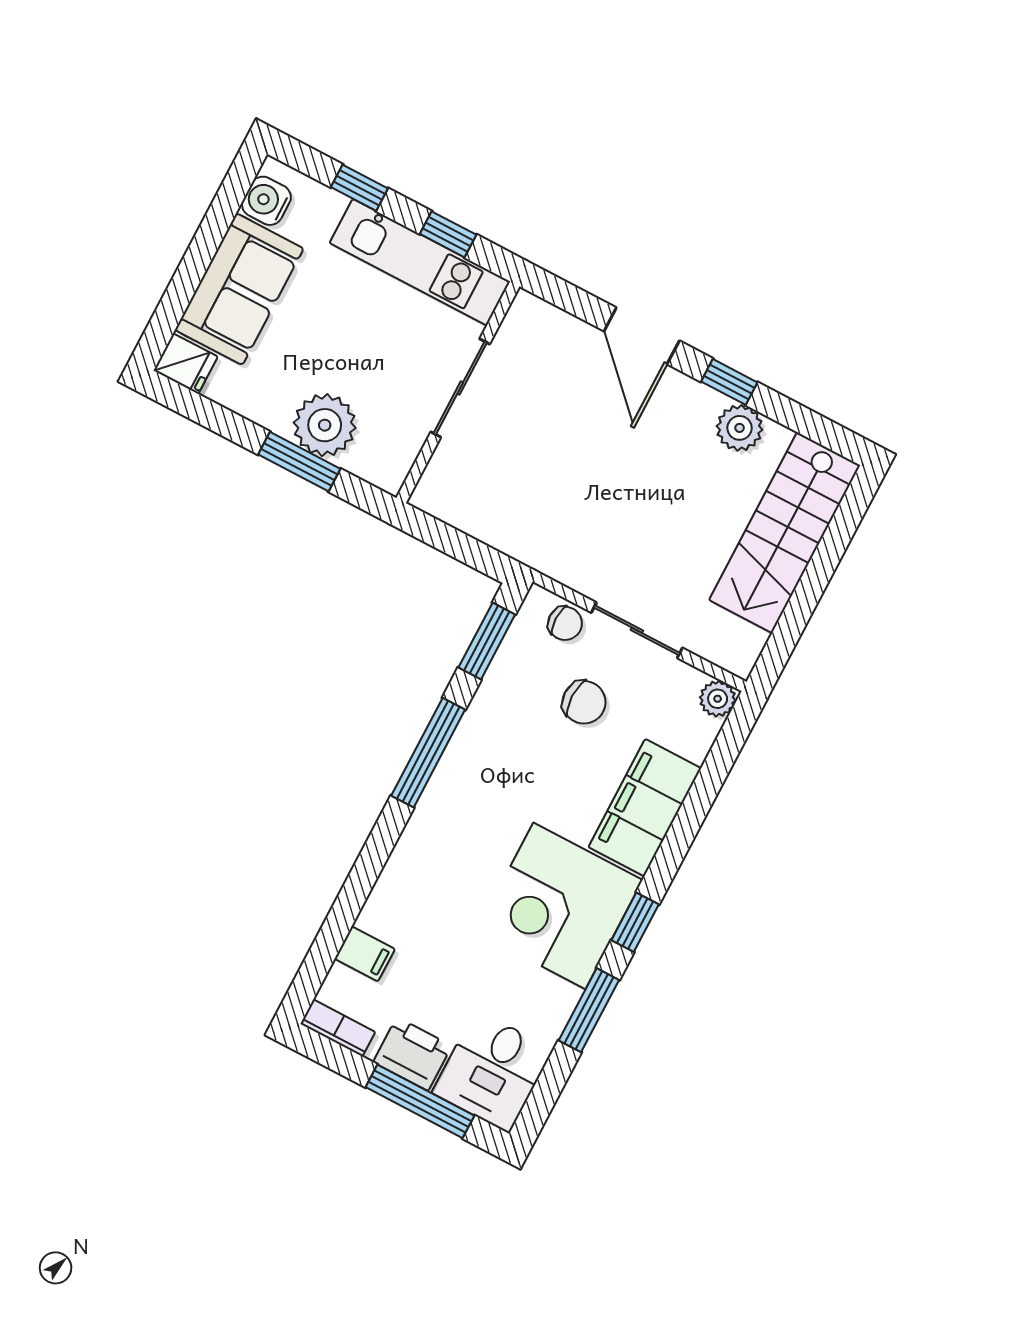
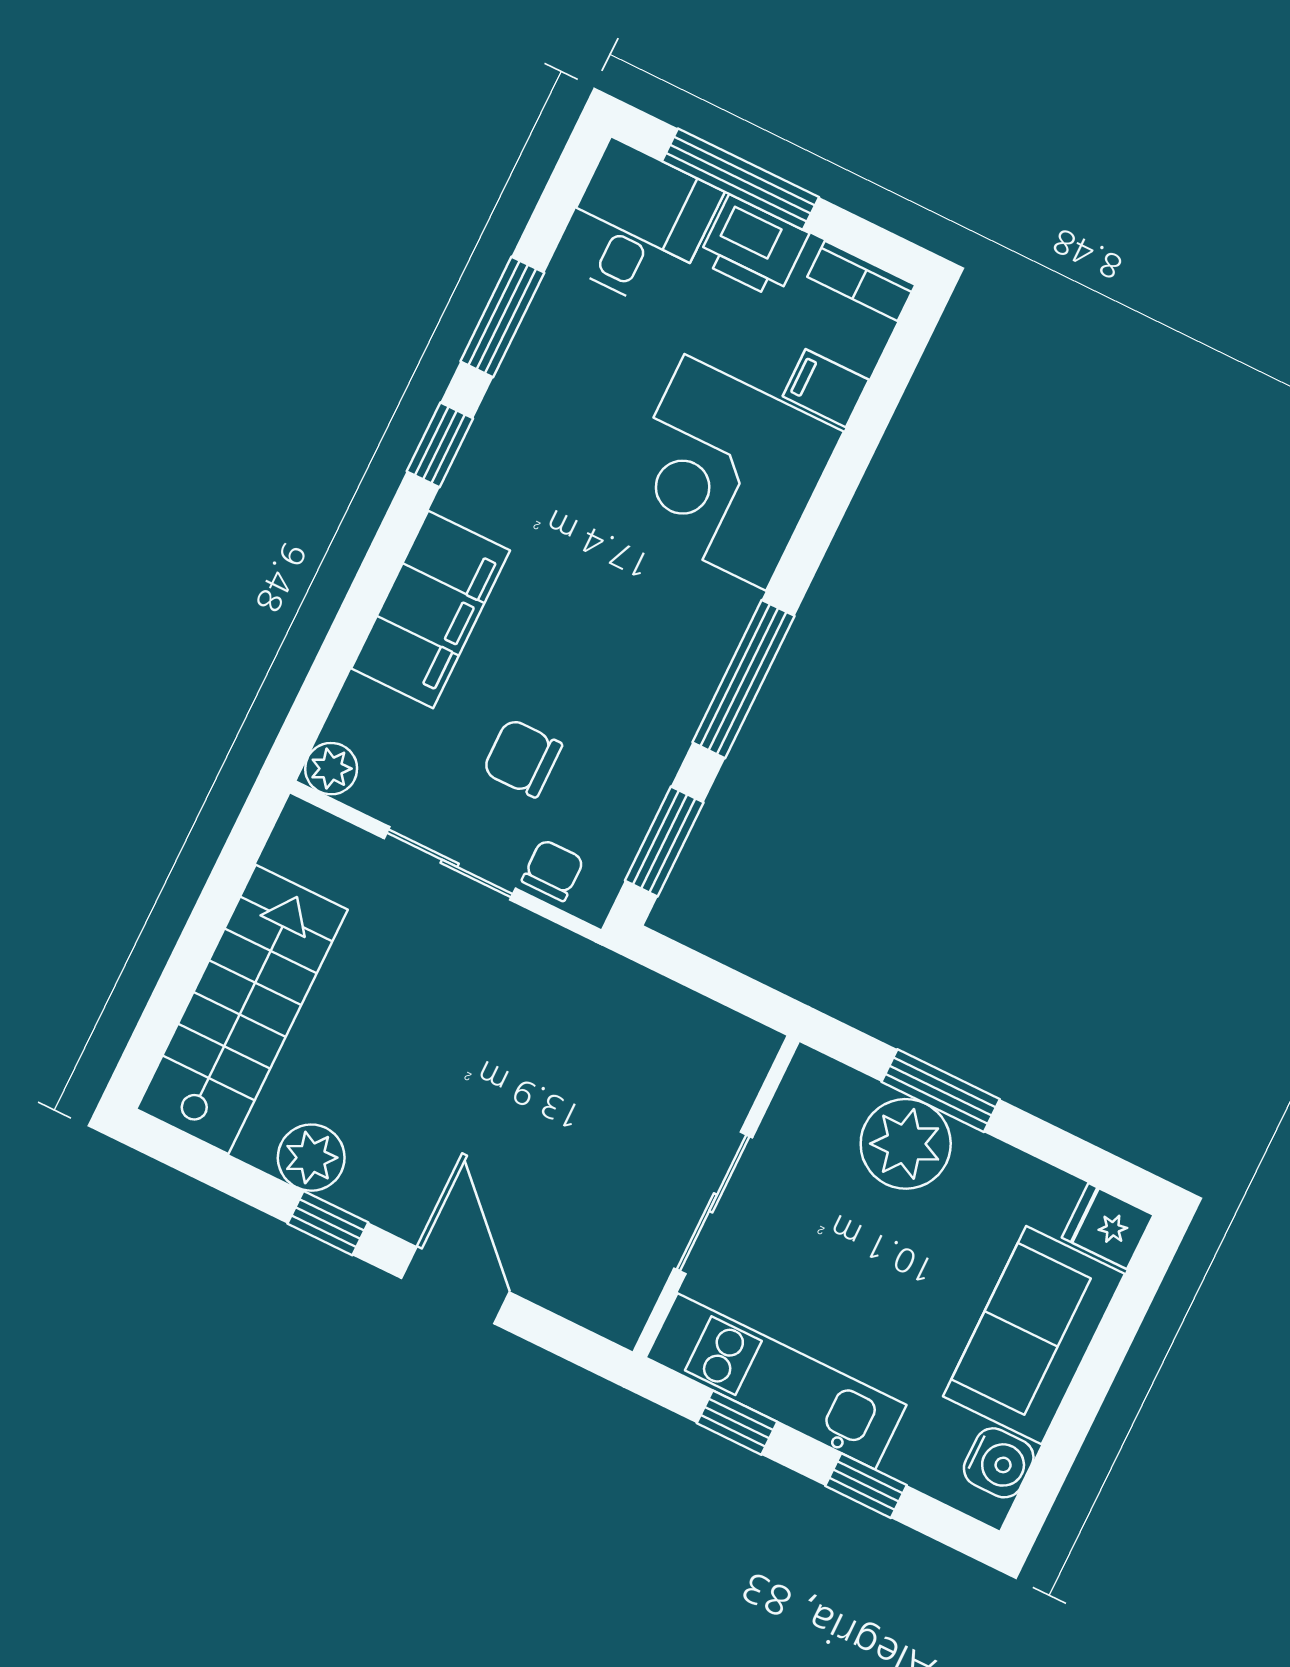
chair: (565, 623) -> (553, 870), turned 90
corner desk: (559, 906) -> (725, 472), moved, turned 180

